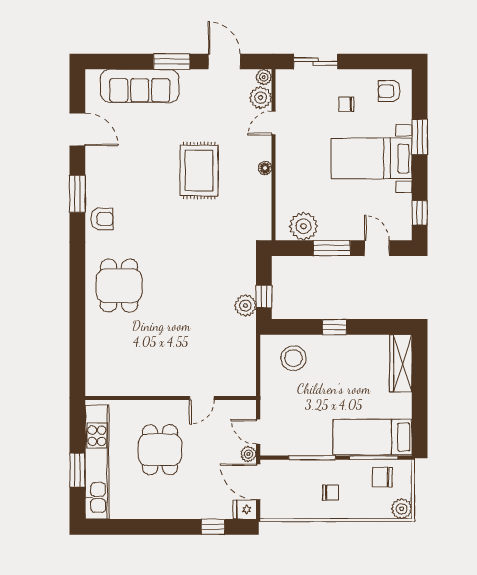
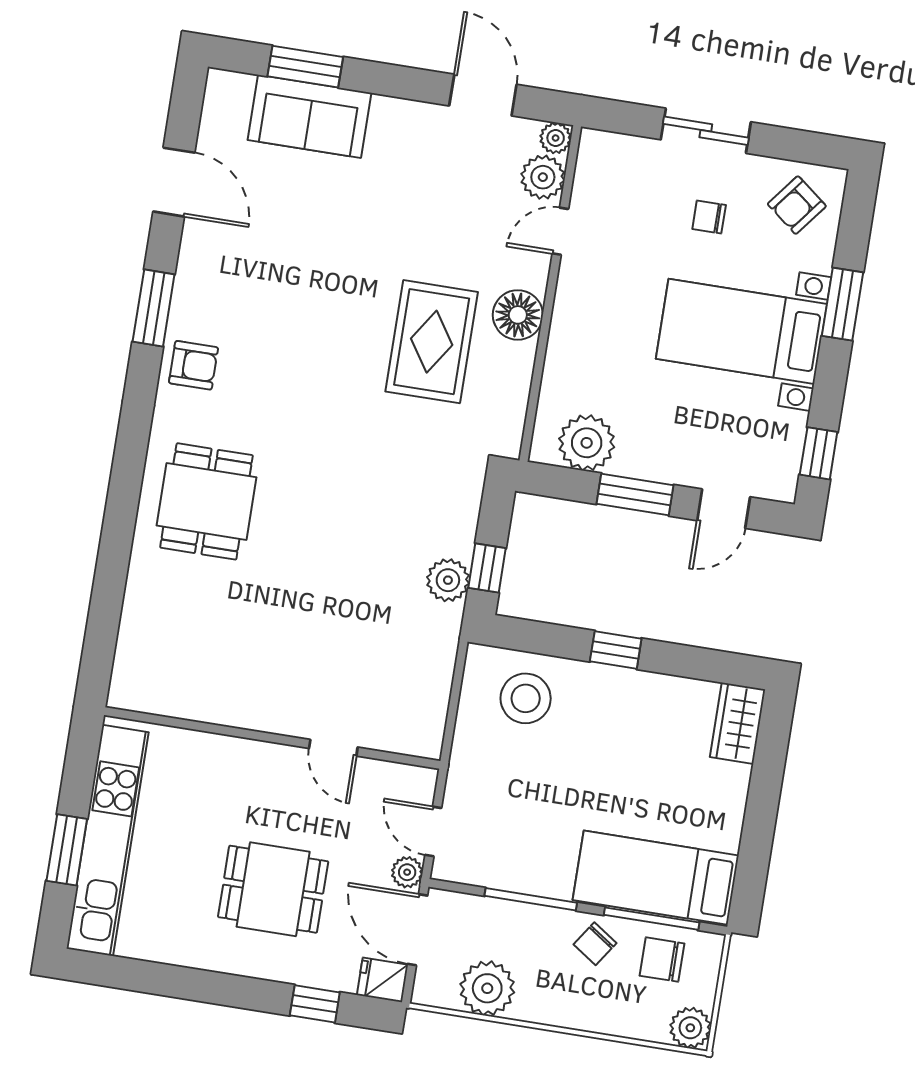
window: (172, 62) -> (305, 67), moved
sliding door: (316, 62) -> (706, 131), moved
sofa: (140, 86) -> (309, 116), width x0.73
armchair: (389, 91) -> (797, 205), turned -52
floor lamp: (265, 168) -> (518, 315), width x1.89, depth x1.89
rug: (199, 170) -> (432, 342), moved
door: (377, 248) -> (724, 509), swing flipped
wardrobe: (401, 363) -> (738, 723), width x0.67
door: (202, 398) -> (333, 748), hinge flipped
dining table: (160, 450) -> (273, 889), moved, turned 90
chair: (331, 493) -> (595, 944), moved, turned 124
plant: (298, 505) -> (487, 988), added

